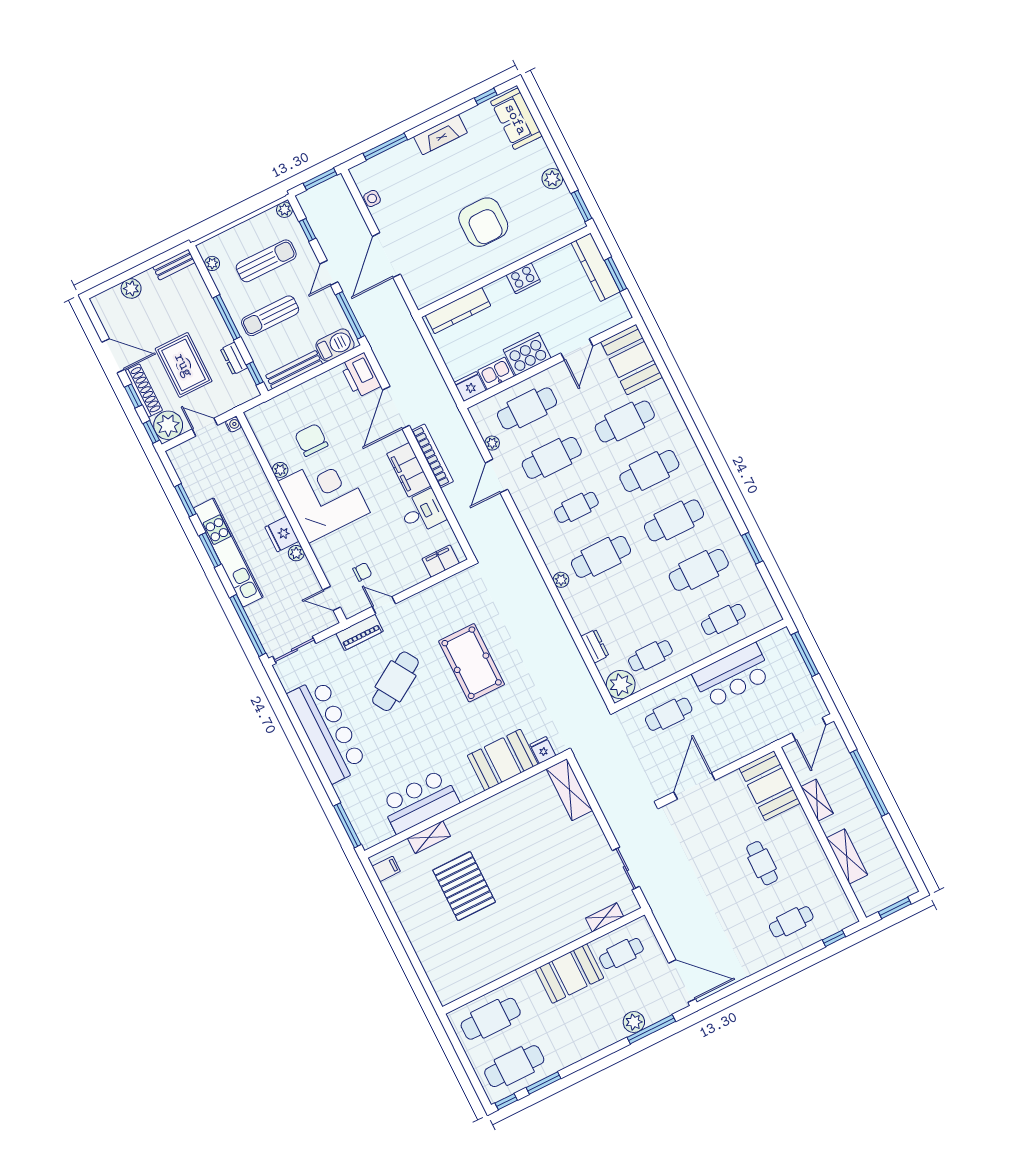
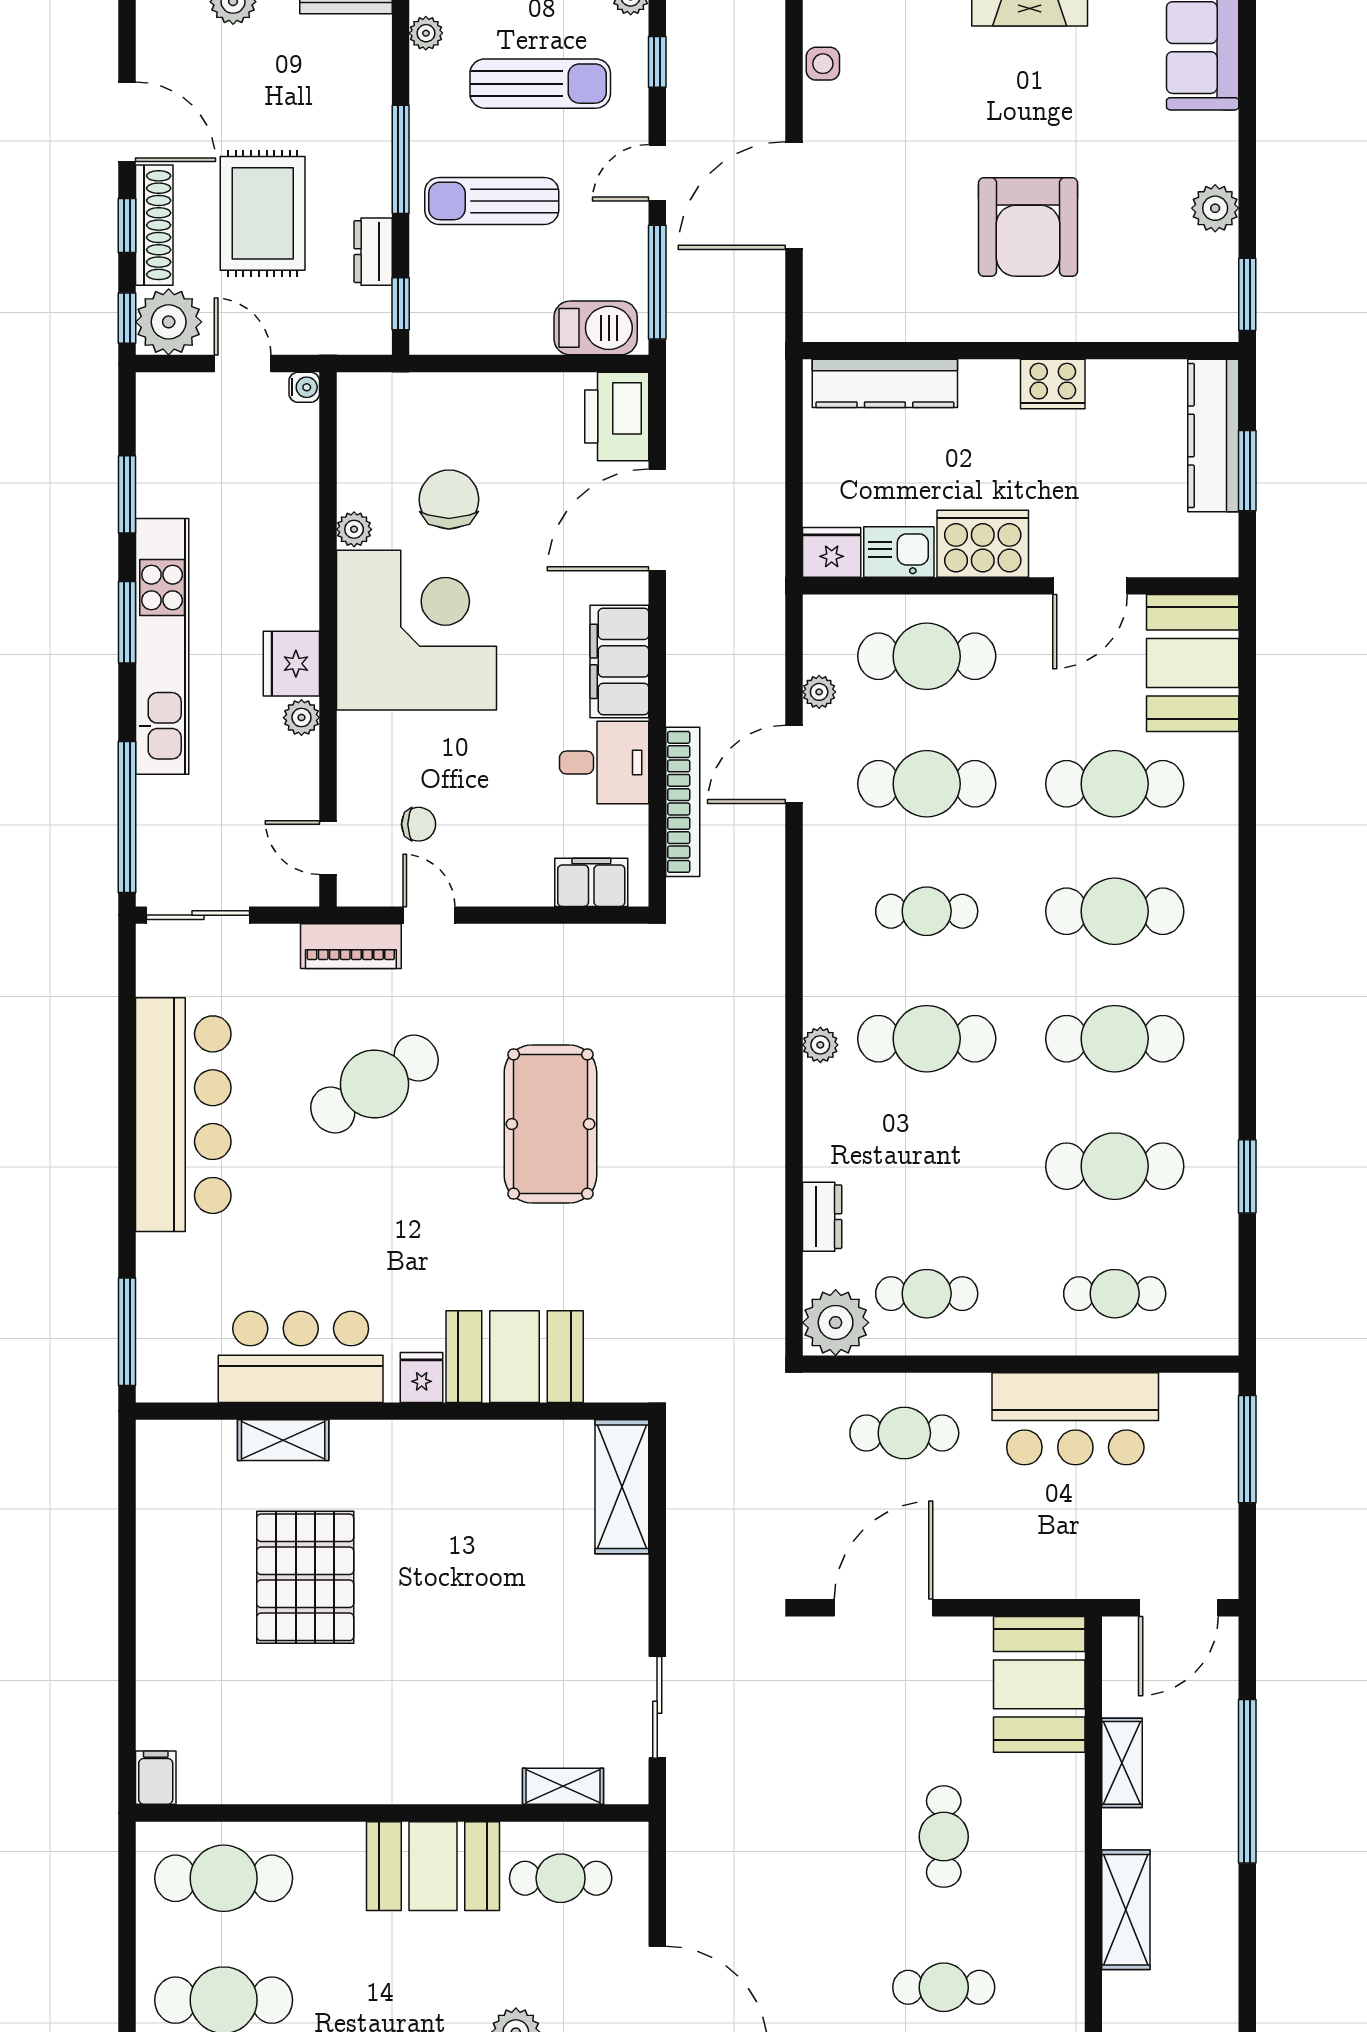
bench: (294, 370) -> (486, 337), removed
bookcase: (433, 456) -> (683, 802), moved
fridge: (543, 750) -> (422, 1377), moved
filing cabinet: (386, 869) -> (156, 1778), moved, turned -90

